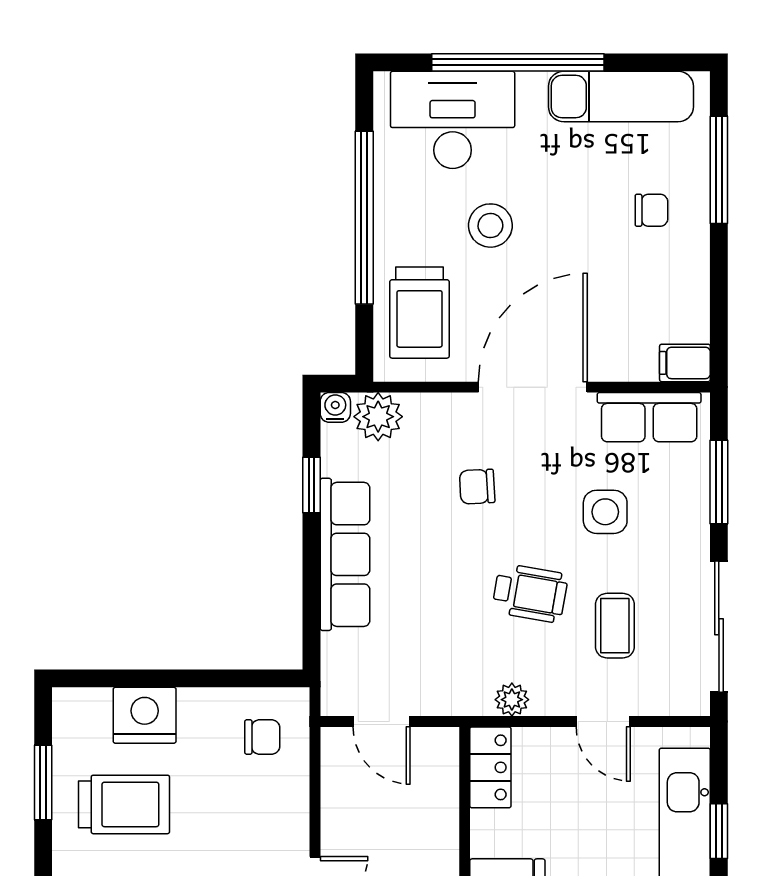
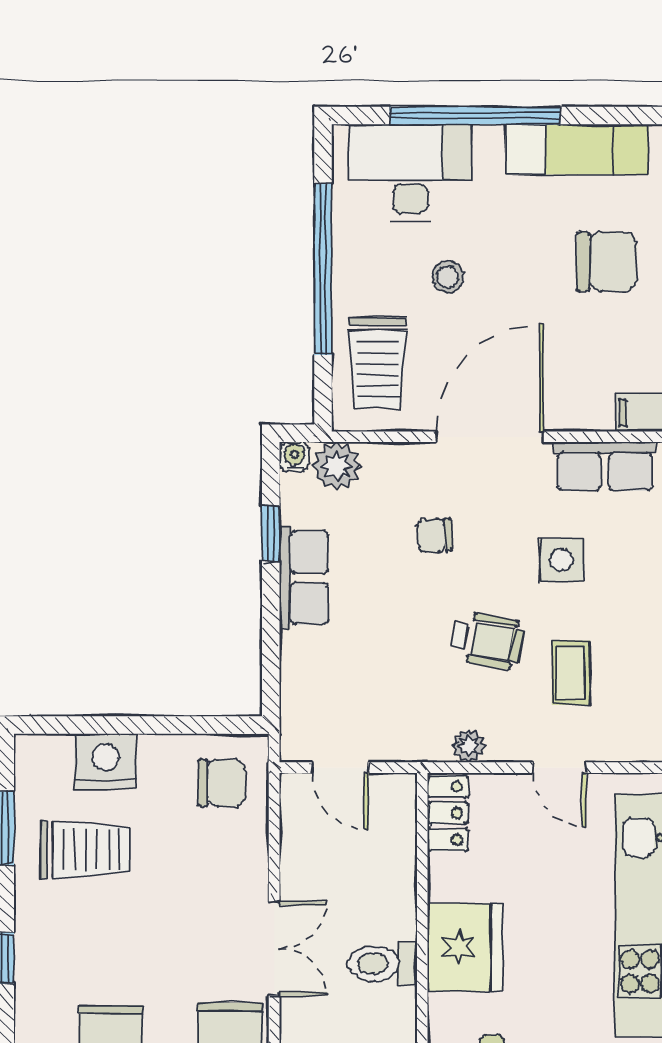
chair: (651, 210) -> (607, 262), width x1.87, depth x1.87
stool: (490, 226) -> (448, 277), width x0.73, depth x0.73
row of seats: (345, 554) -> (304, 578), width x0.68
chair: (262, 737) -> (222, 783), width x1.37, depth x1.37

